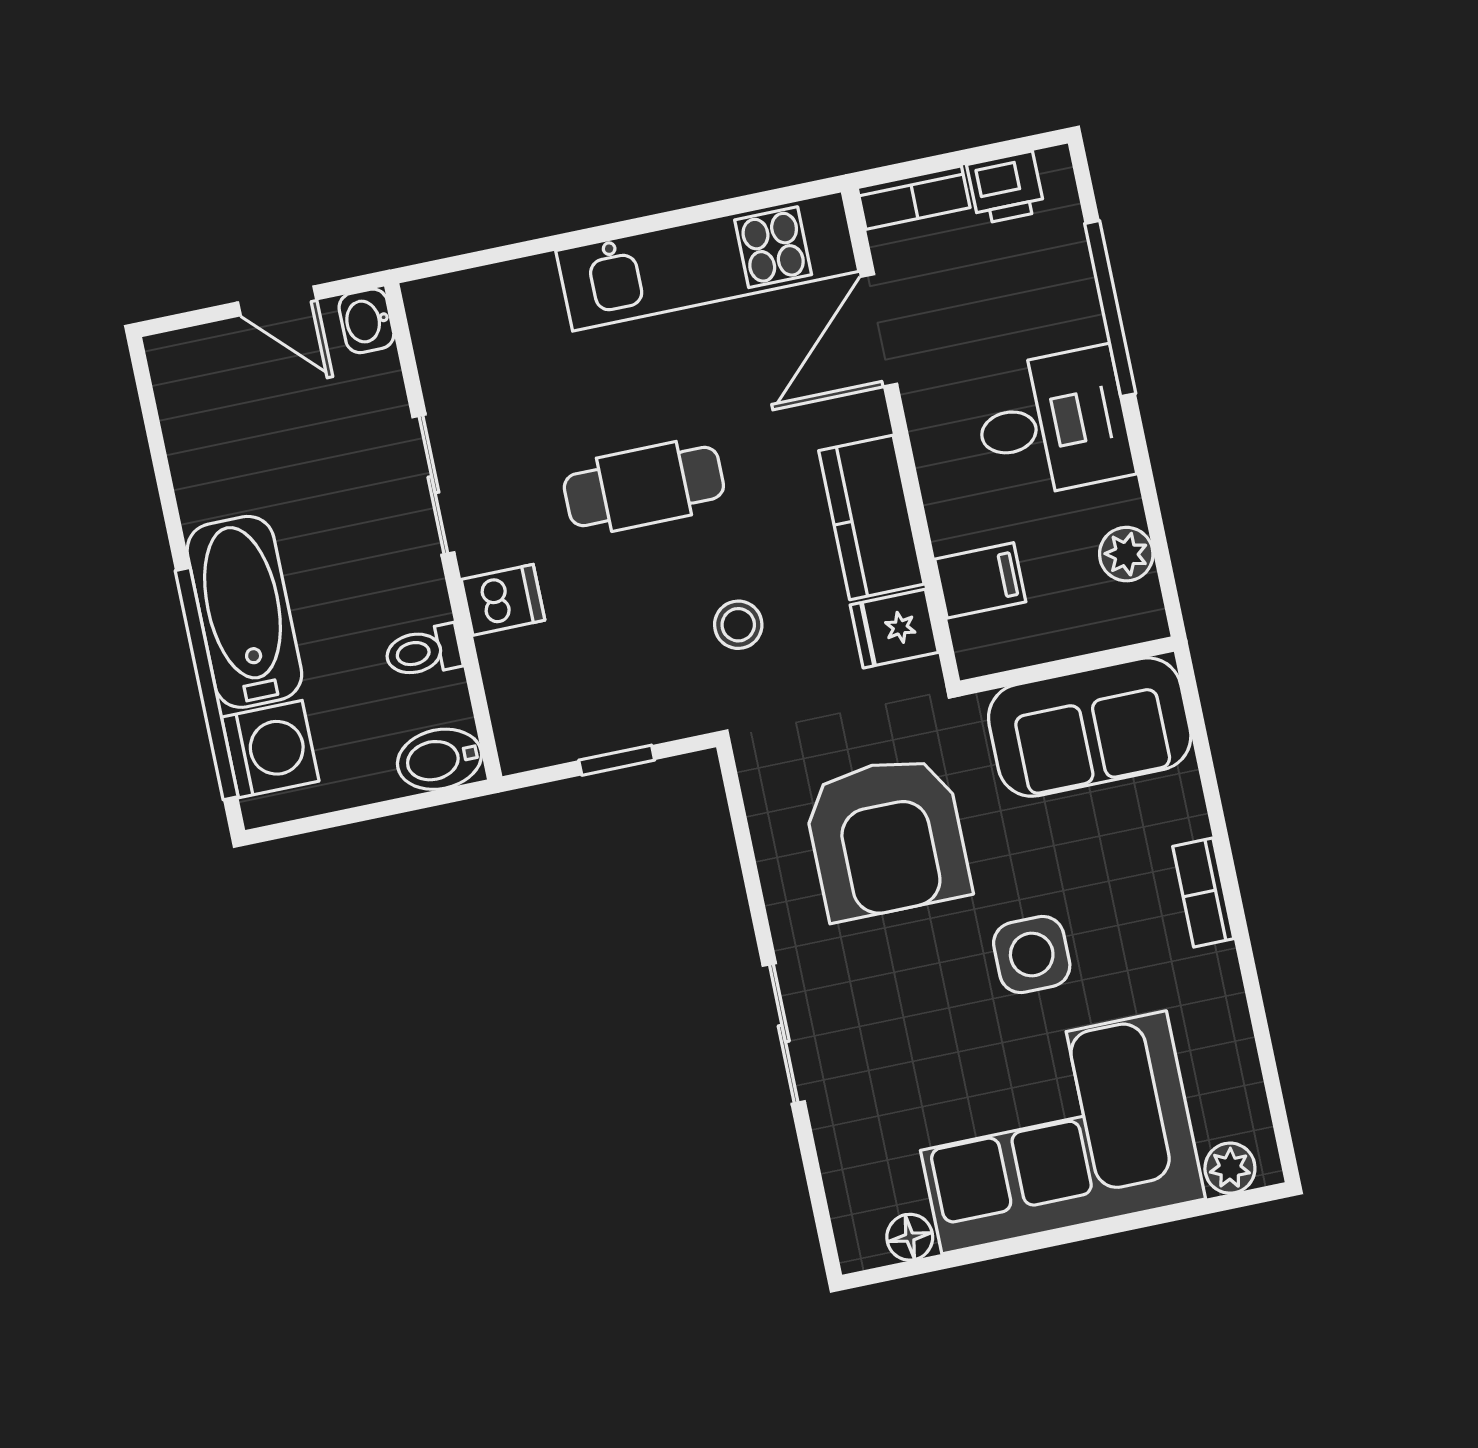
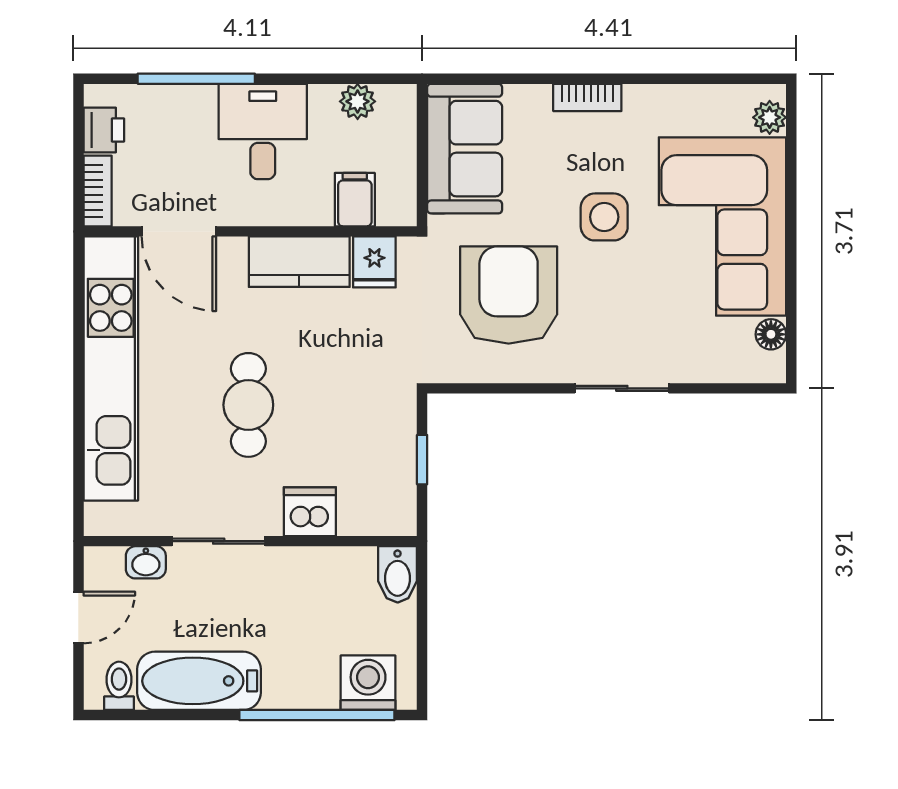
kitchen unit: (707, 261) -> (111, 369), width x1.36
washbasin: (366, 321) -> (146, 562), moved
dishwasher: (503, 600) -> (310, 512), width x1.38
bathtub: (244, 612) -> (199, 681), moved
stool: (738, 625) -> (351, 363), removed
toilet: (423, 651) -> (119, 686), moved, turned 180
armchair: (887, 837) -> (509, 295), turned -90

